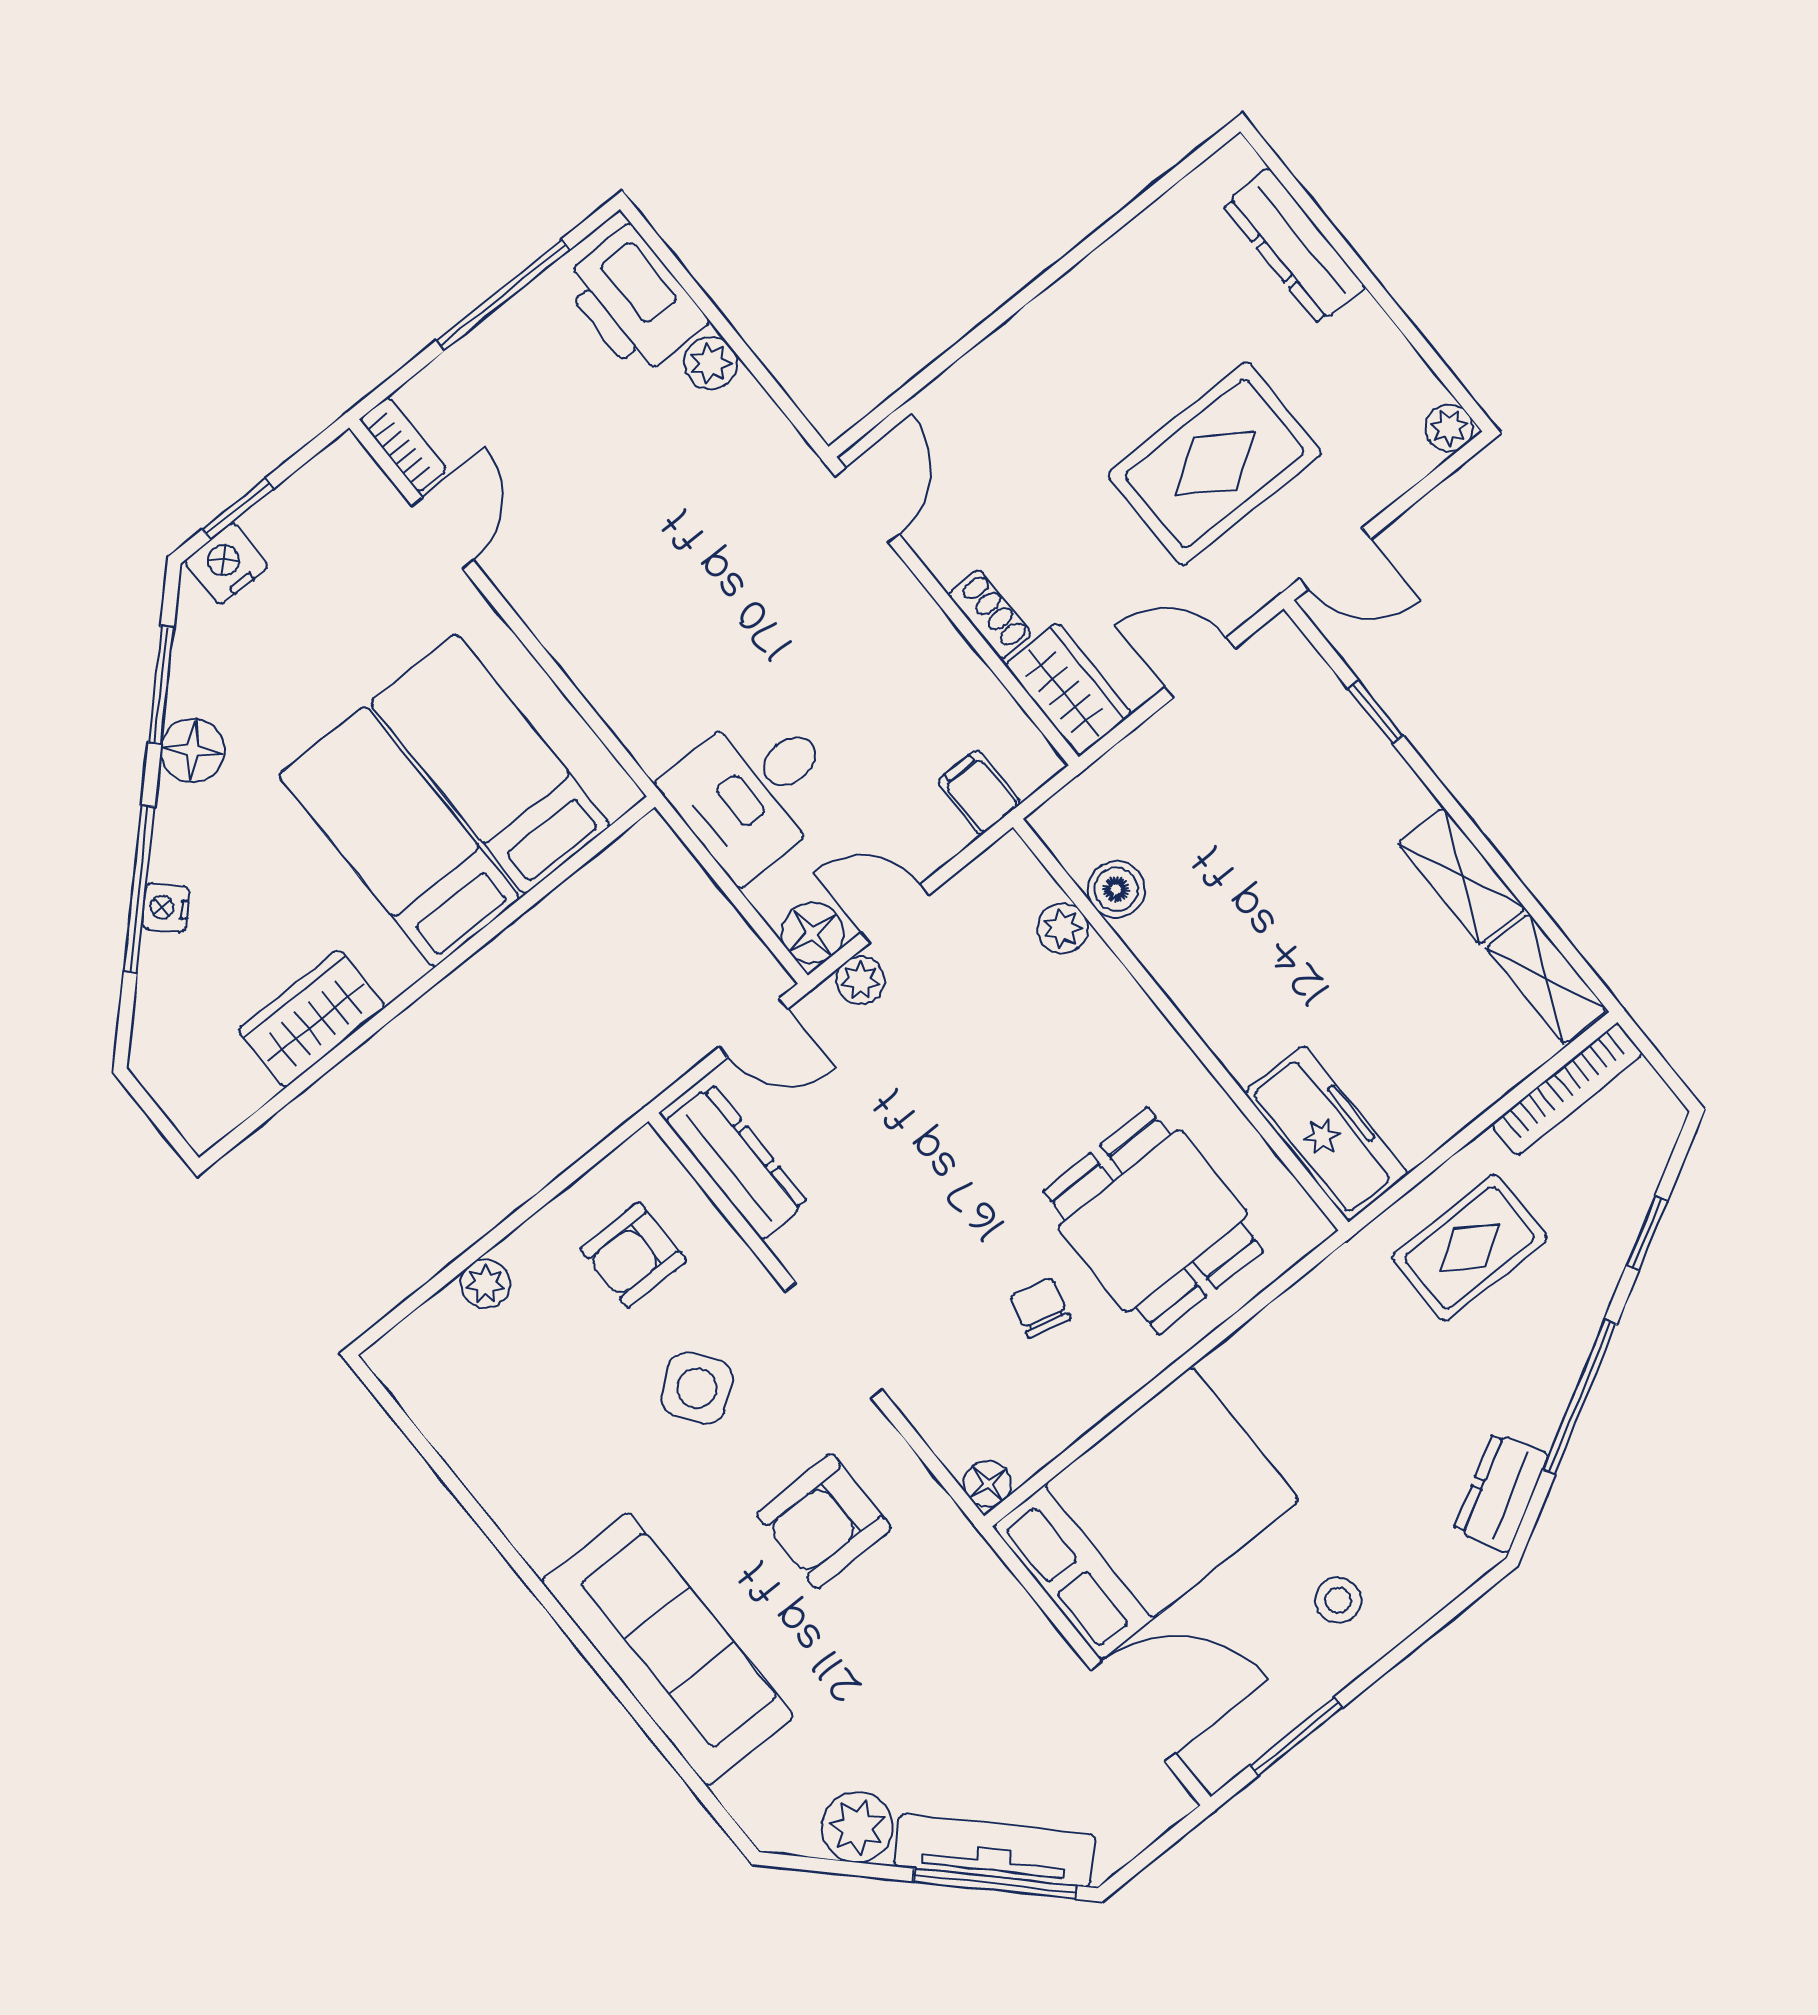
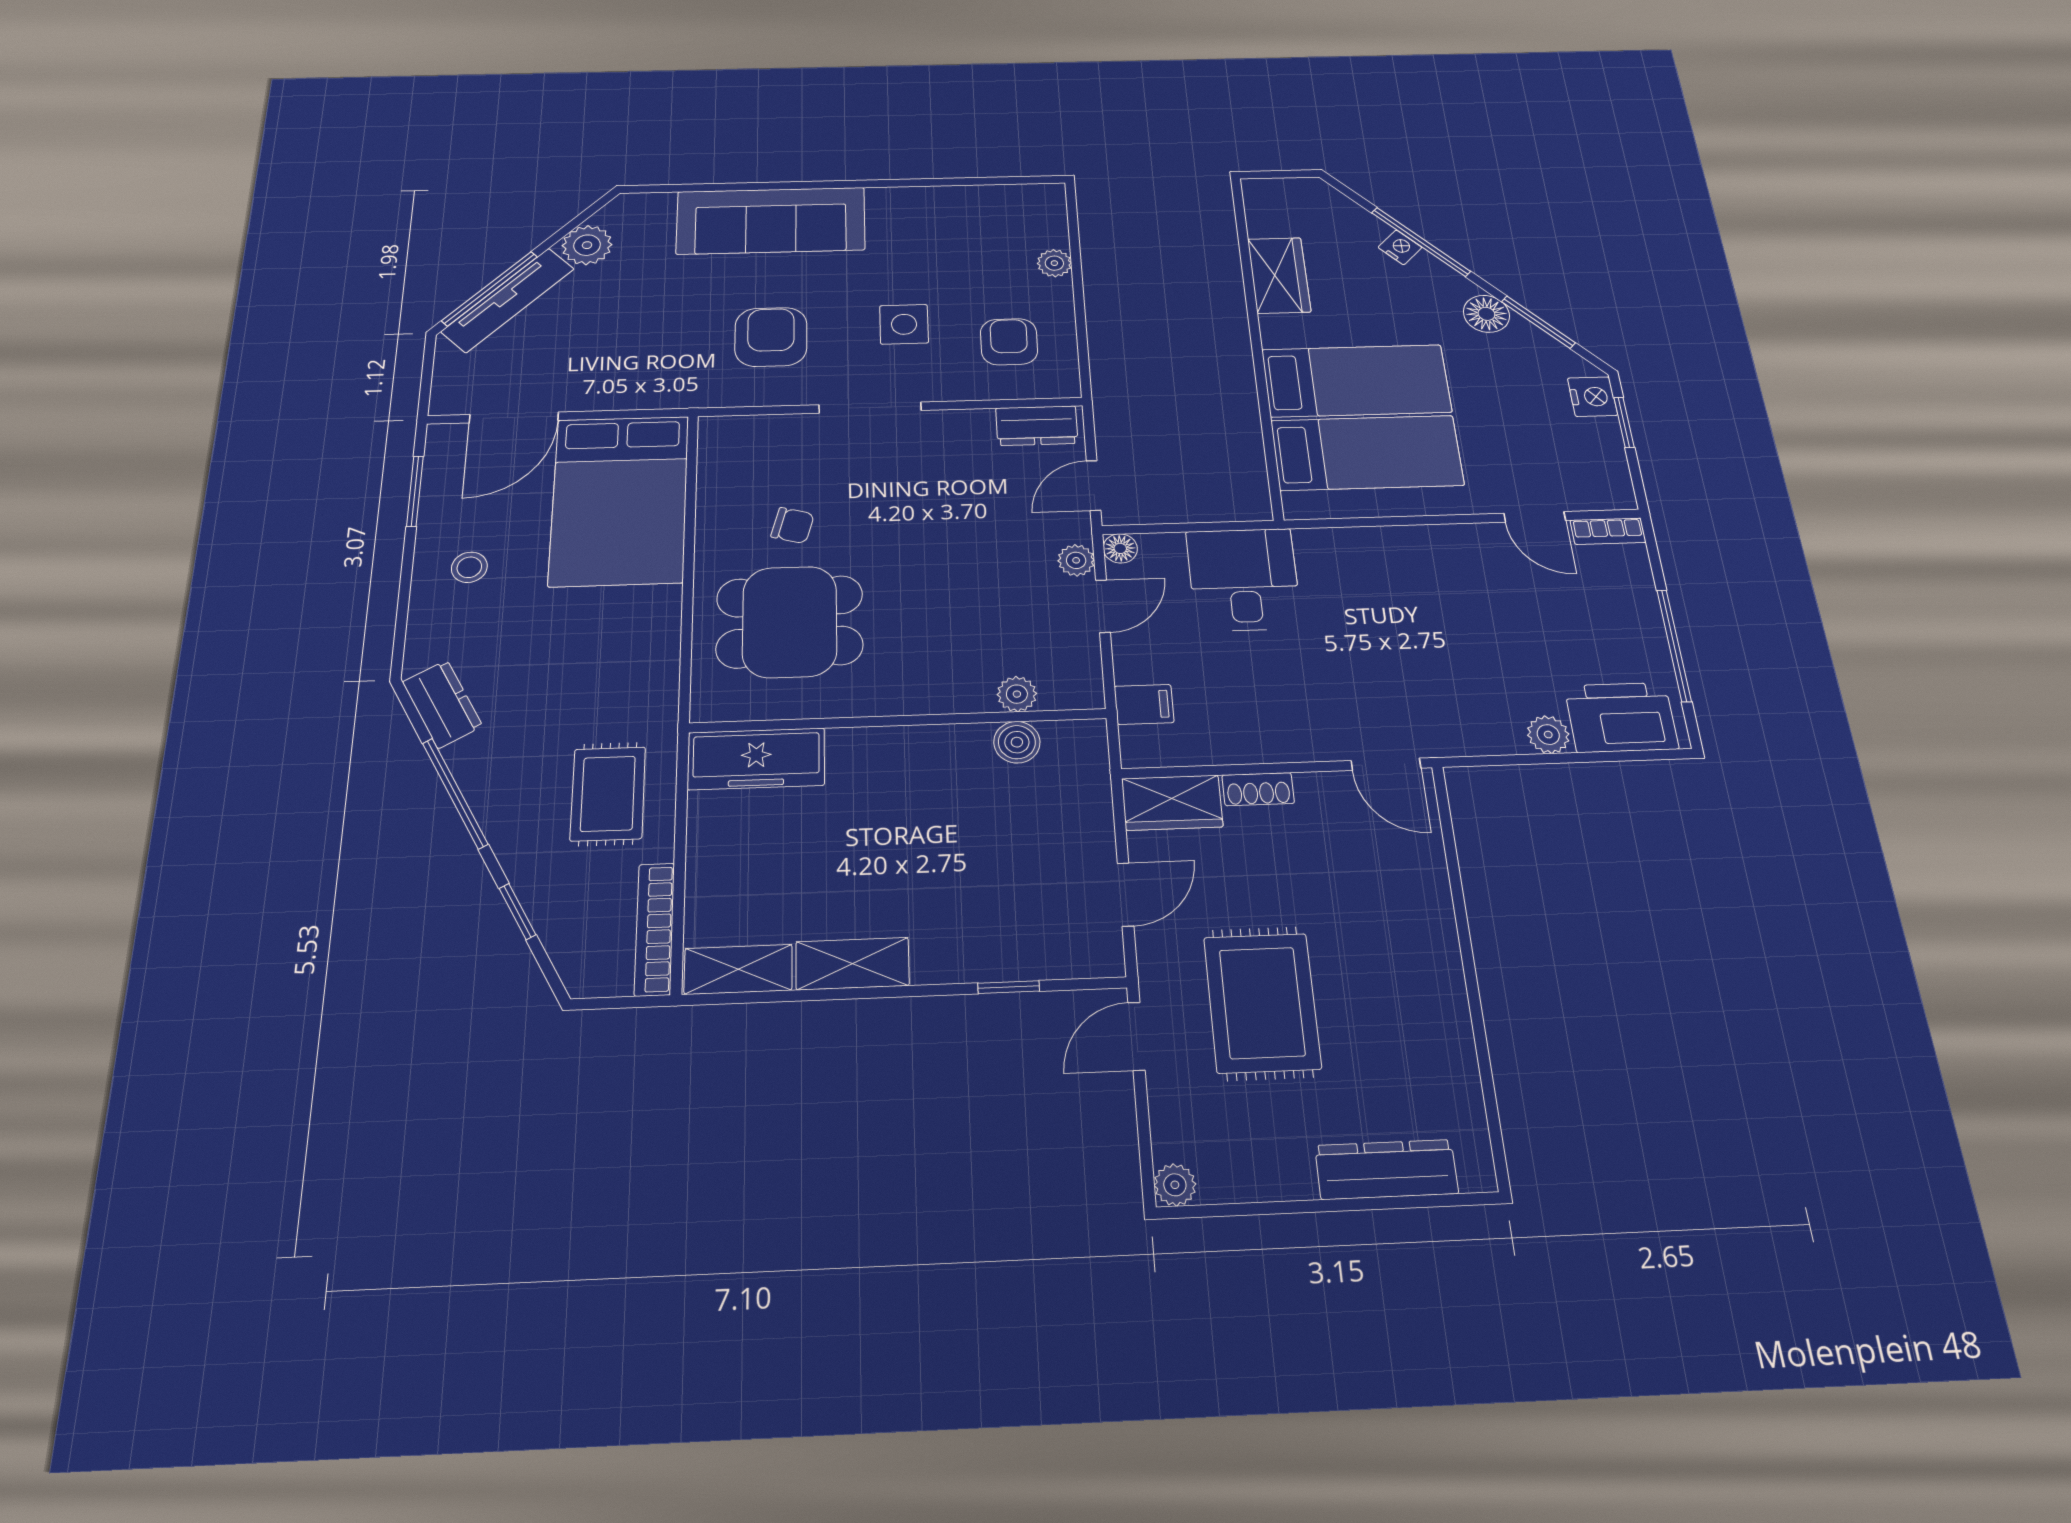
floor lamp: (812, 933) -> (1120, 548), width x0.73, depth x0.73
dresser: (737, 1162) -> (1037, 426), width x0.70
side table: (697, 1388) -> (904, 324), turned 36
floor lamp: (988, 1484) -> (715, 430), removed

